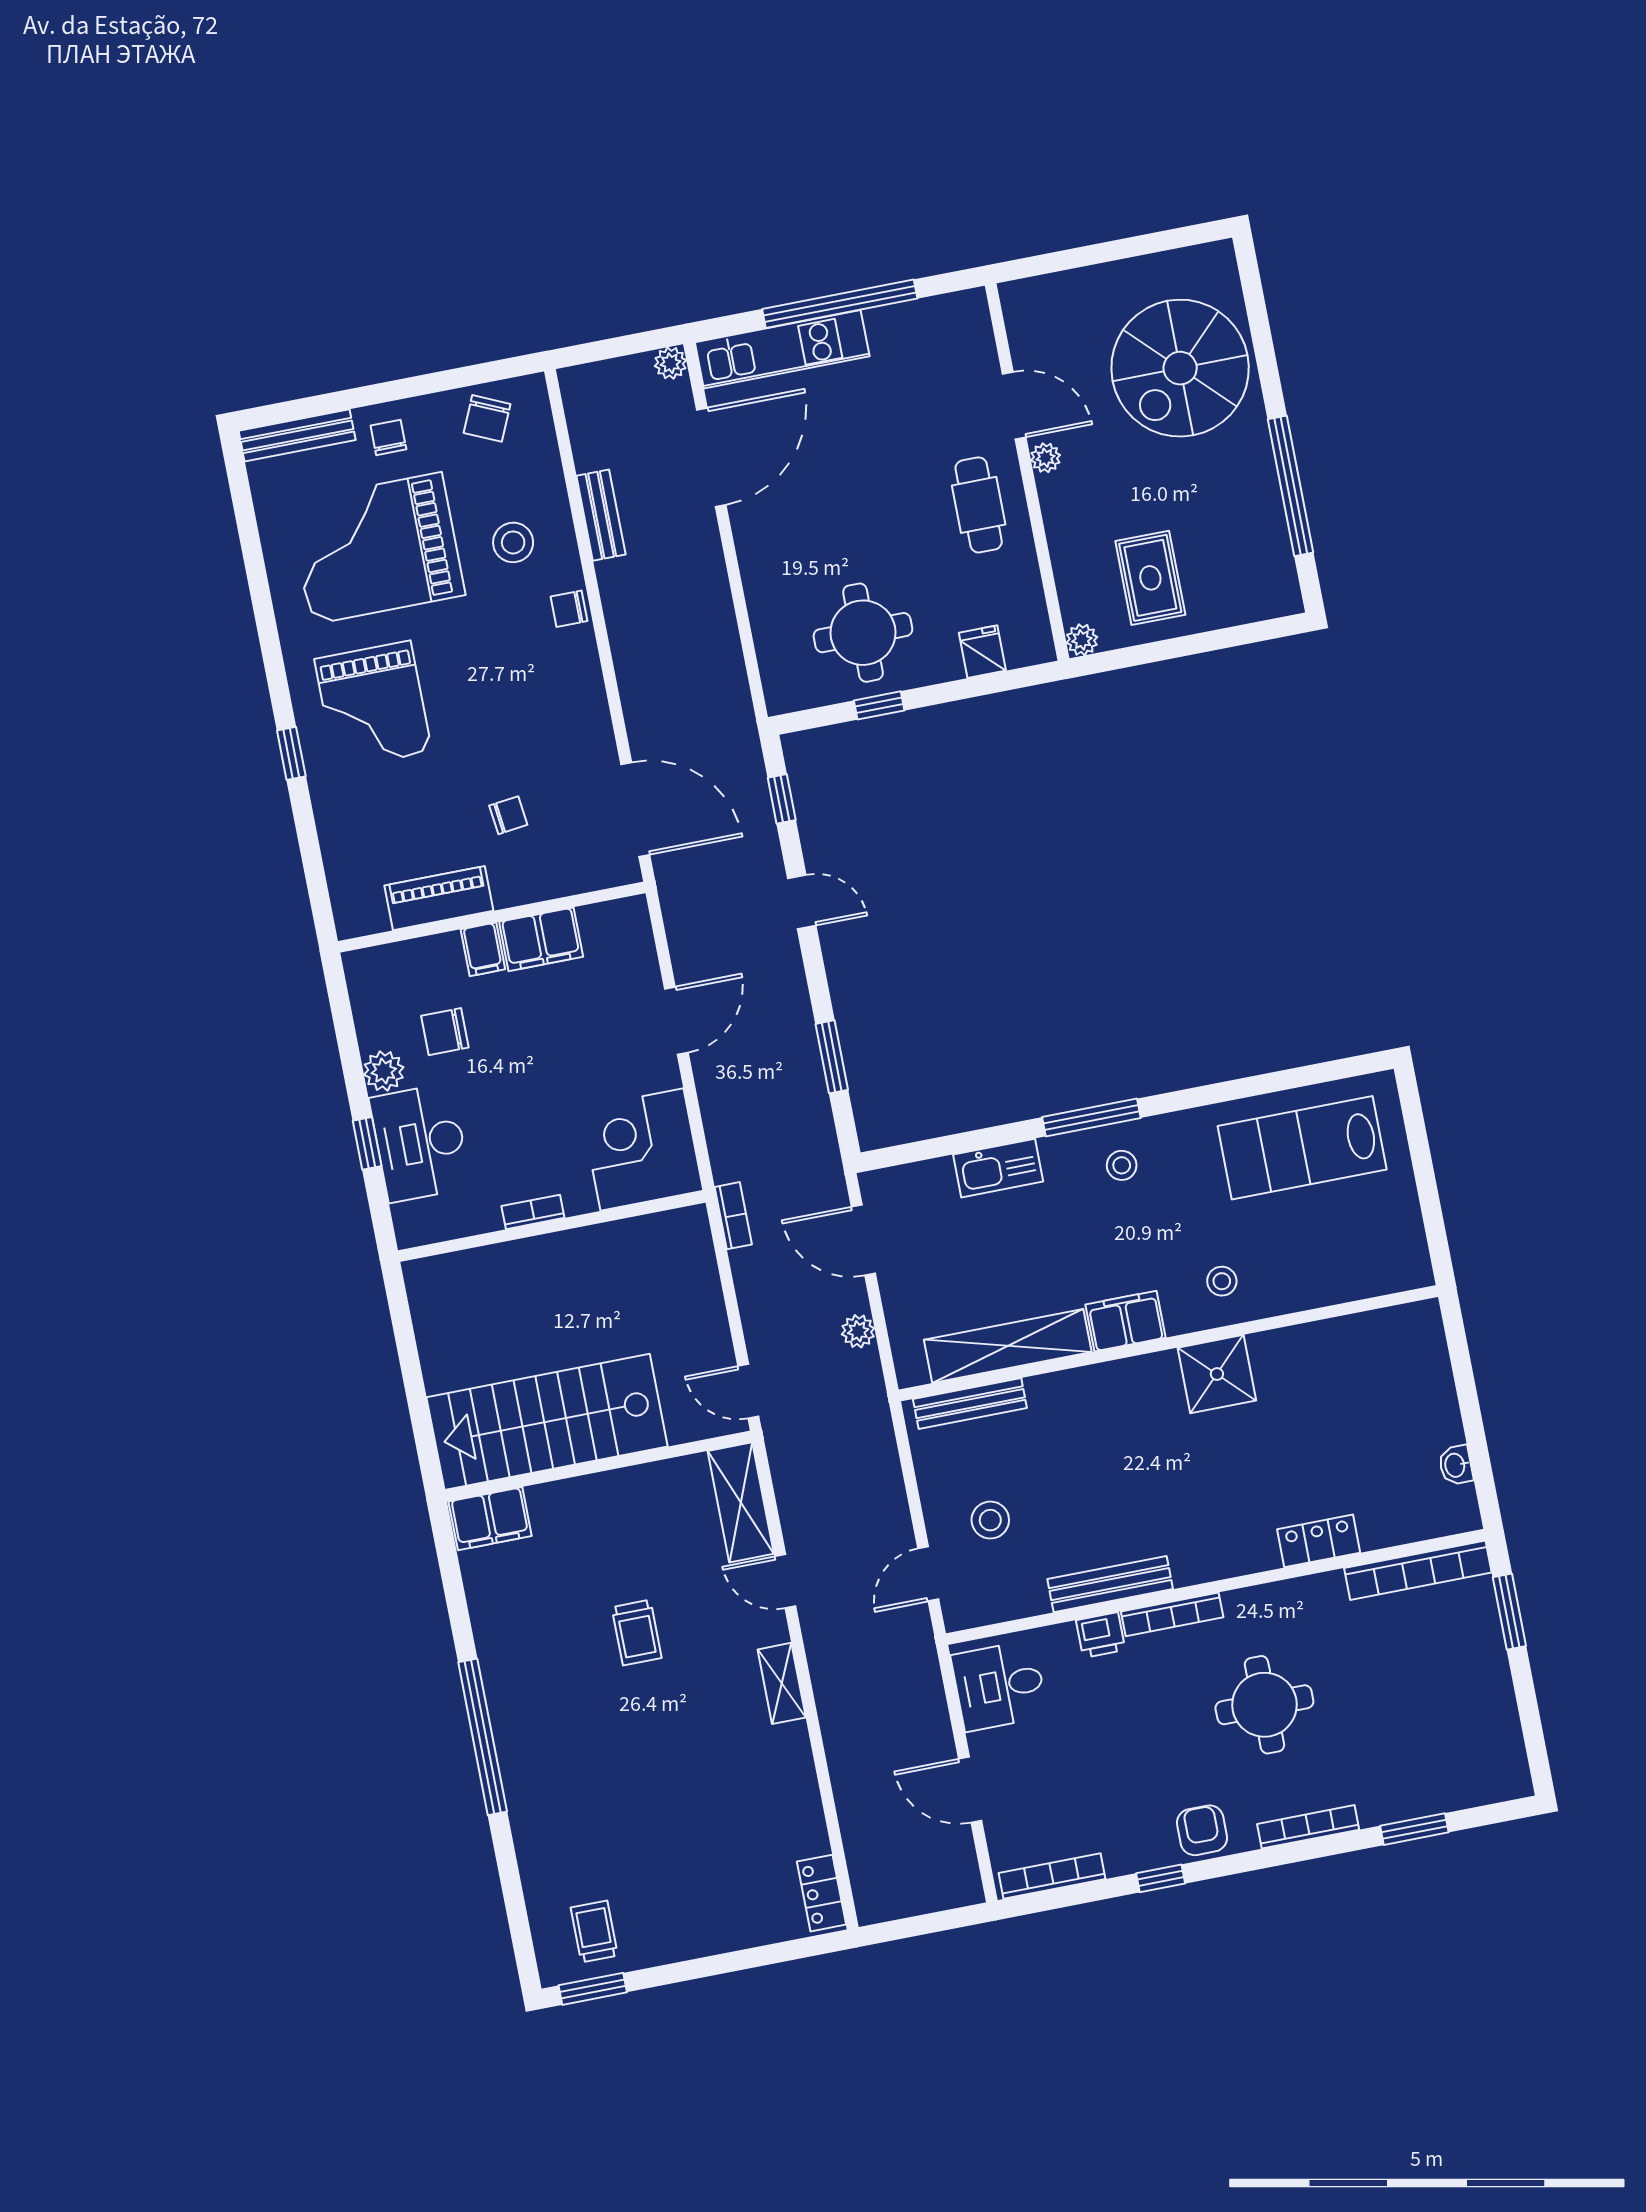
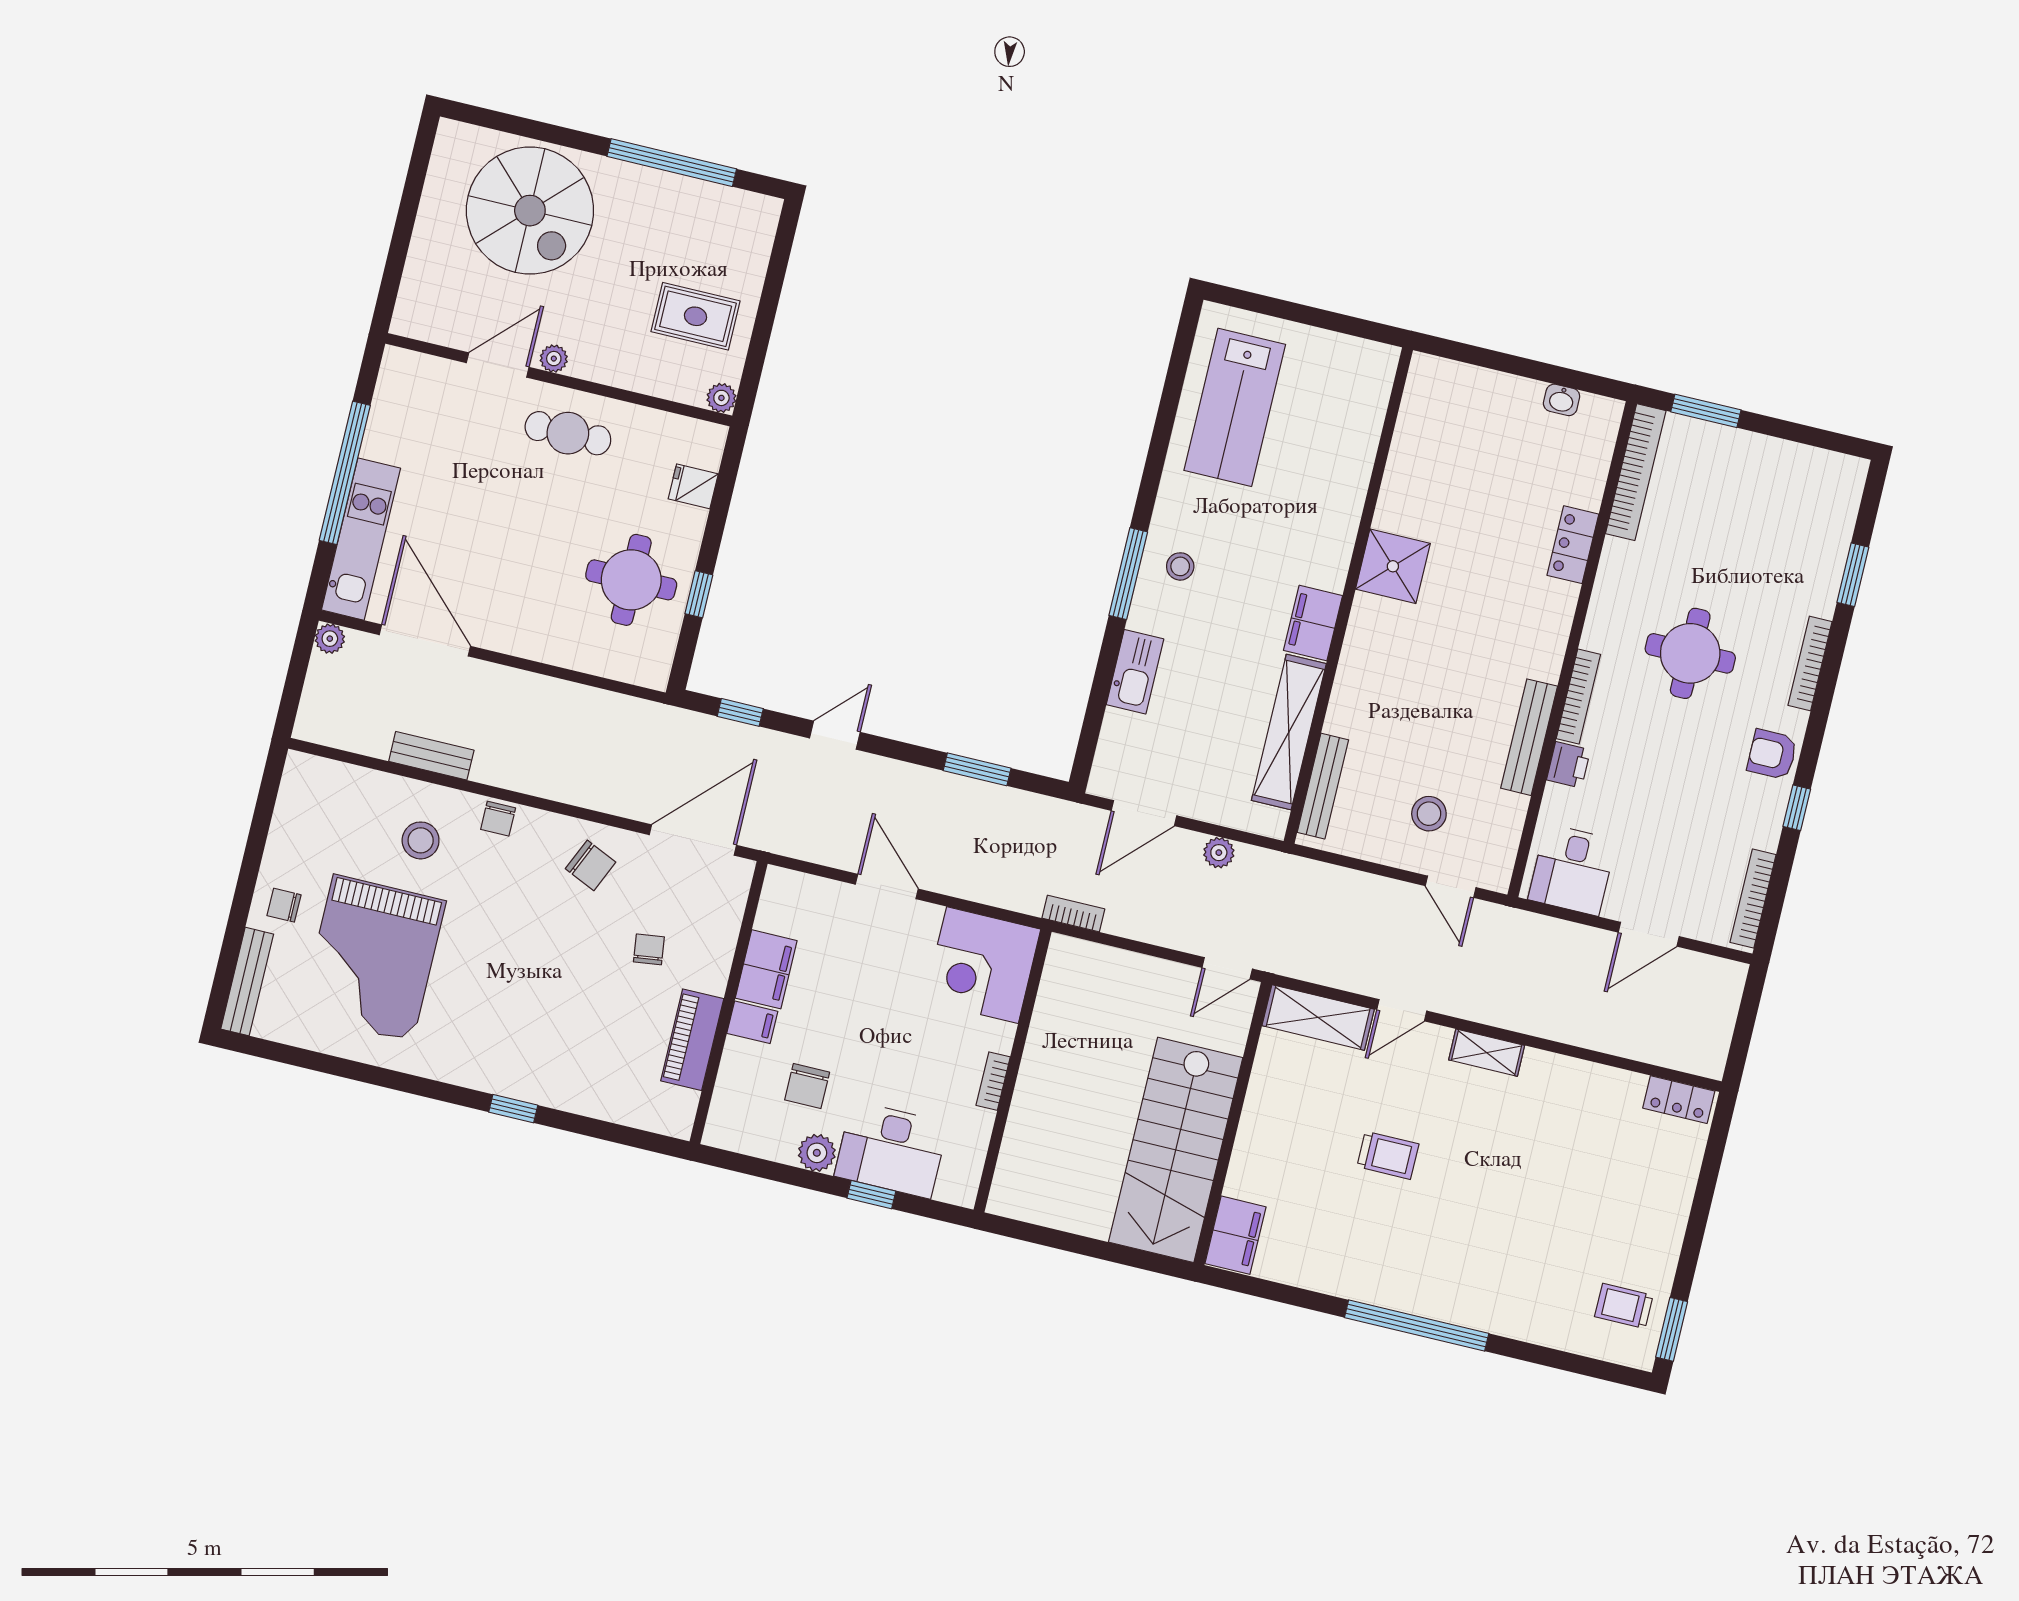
chair: (487, 418) -> (591, 865), moved
grand piano: (373, 705) -> (504, 1021), removed
stool: (1222, 1281) -> (1316, 526), removed

